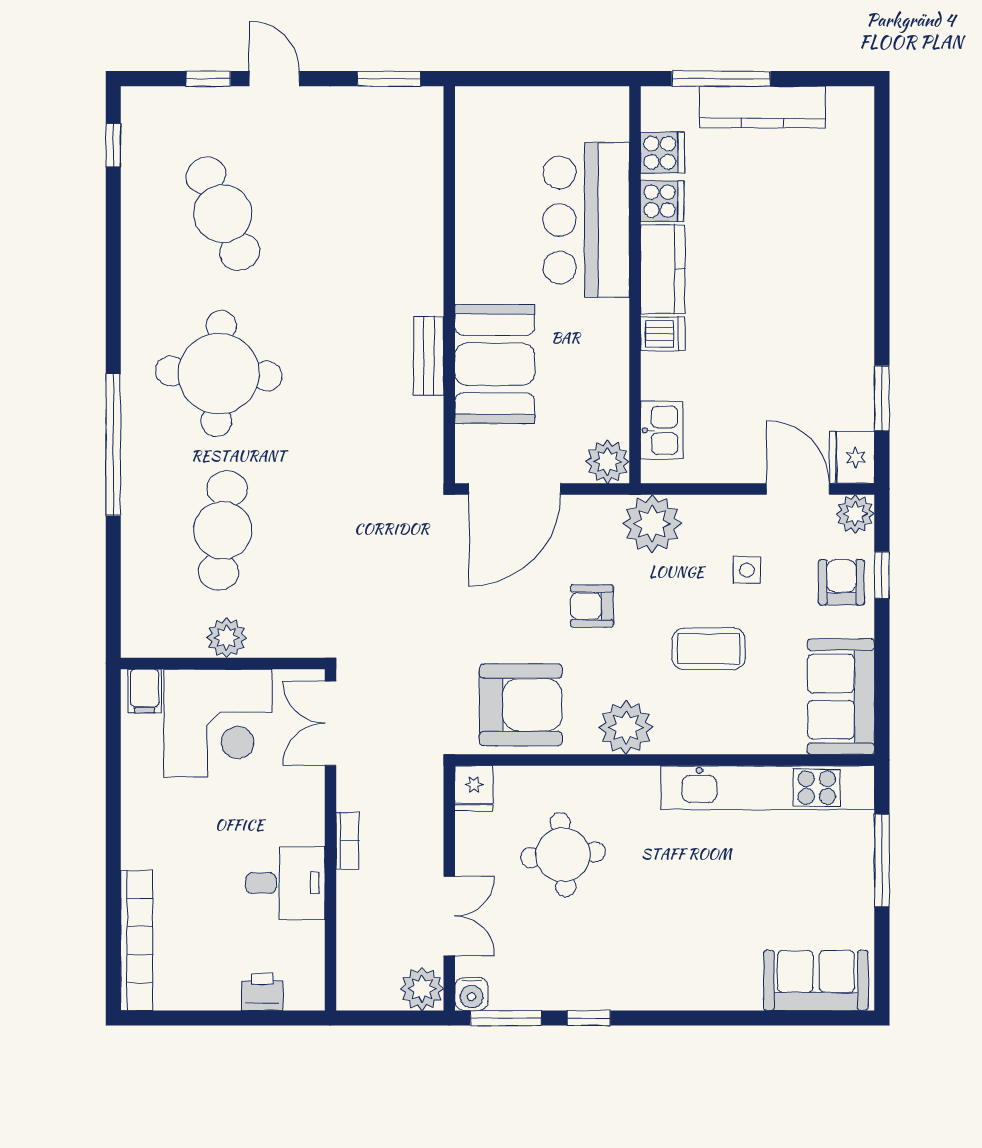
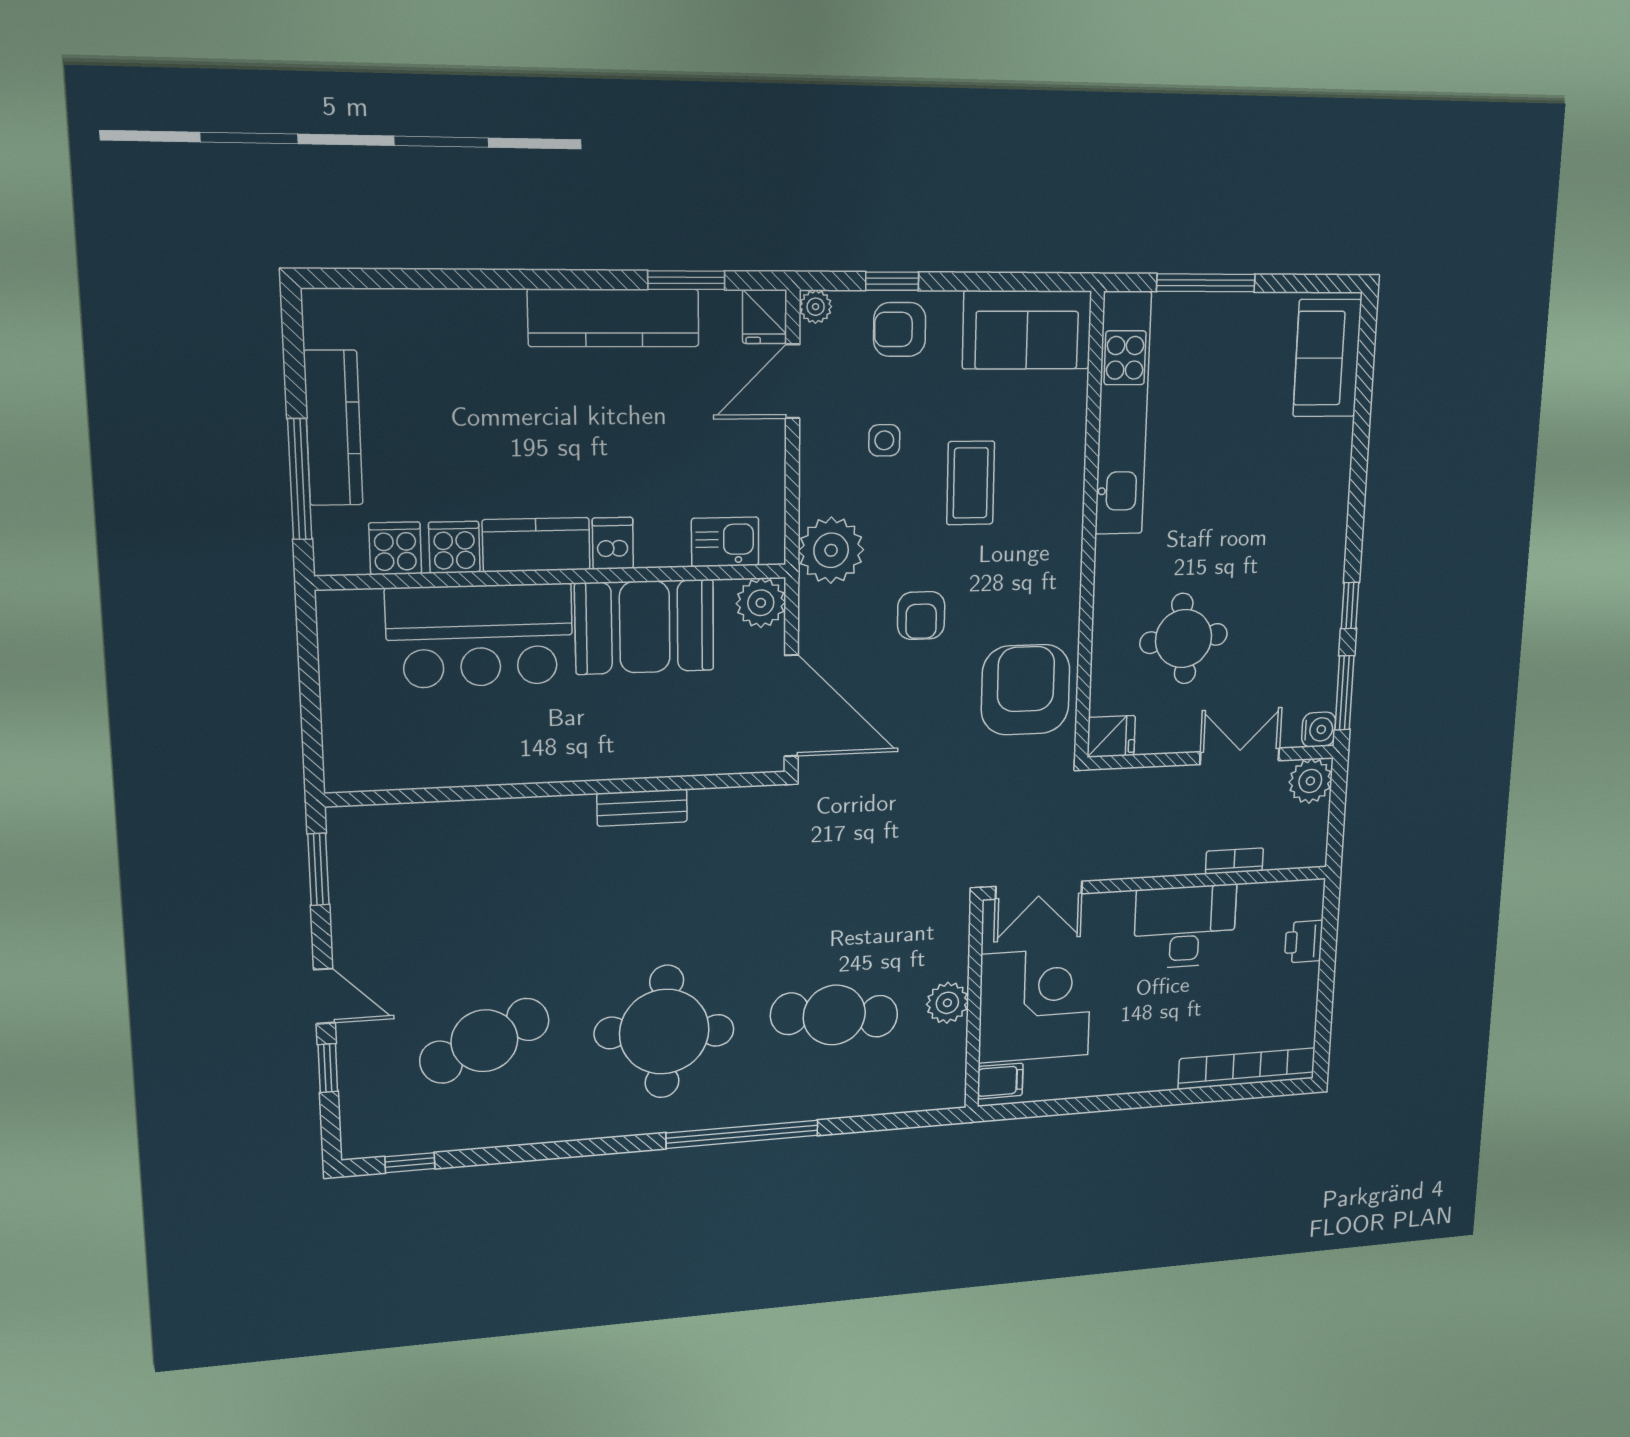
door: (274, 79) -> (324, 996), swing flipped
kitchen counter: (851, 337) -> (614, 318), added
booth: (495, 364) -> (645, 627), moved
fridge: (852, 457) -> (765, 317), width x0.72
plant: (855, 514) -> (816, 307), width x0.73, depth x0.73
plant: (626, 727) -> (1053, 574), removed
bookcase: (347, 841) -> (1234, 861), moved
desk: (285, 883) -> (1185, 927), width x1.37

